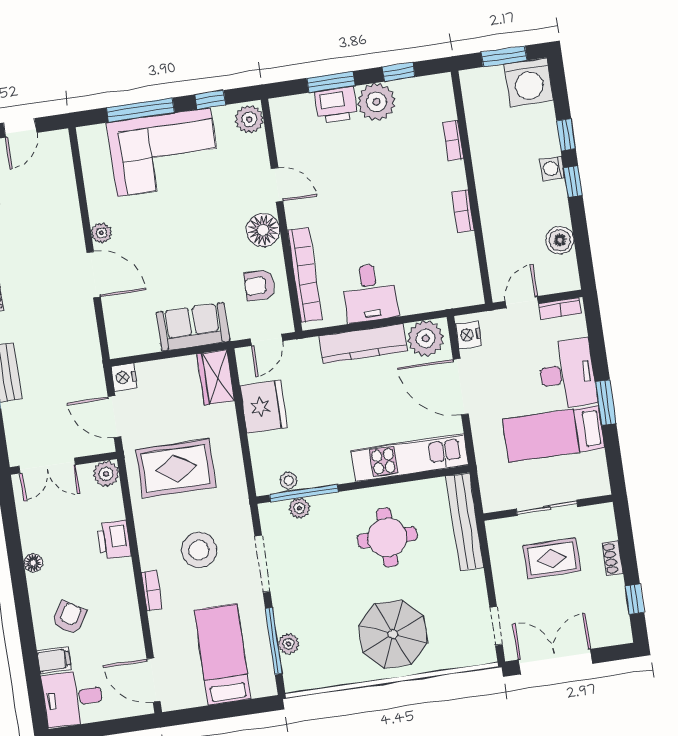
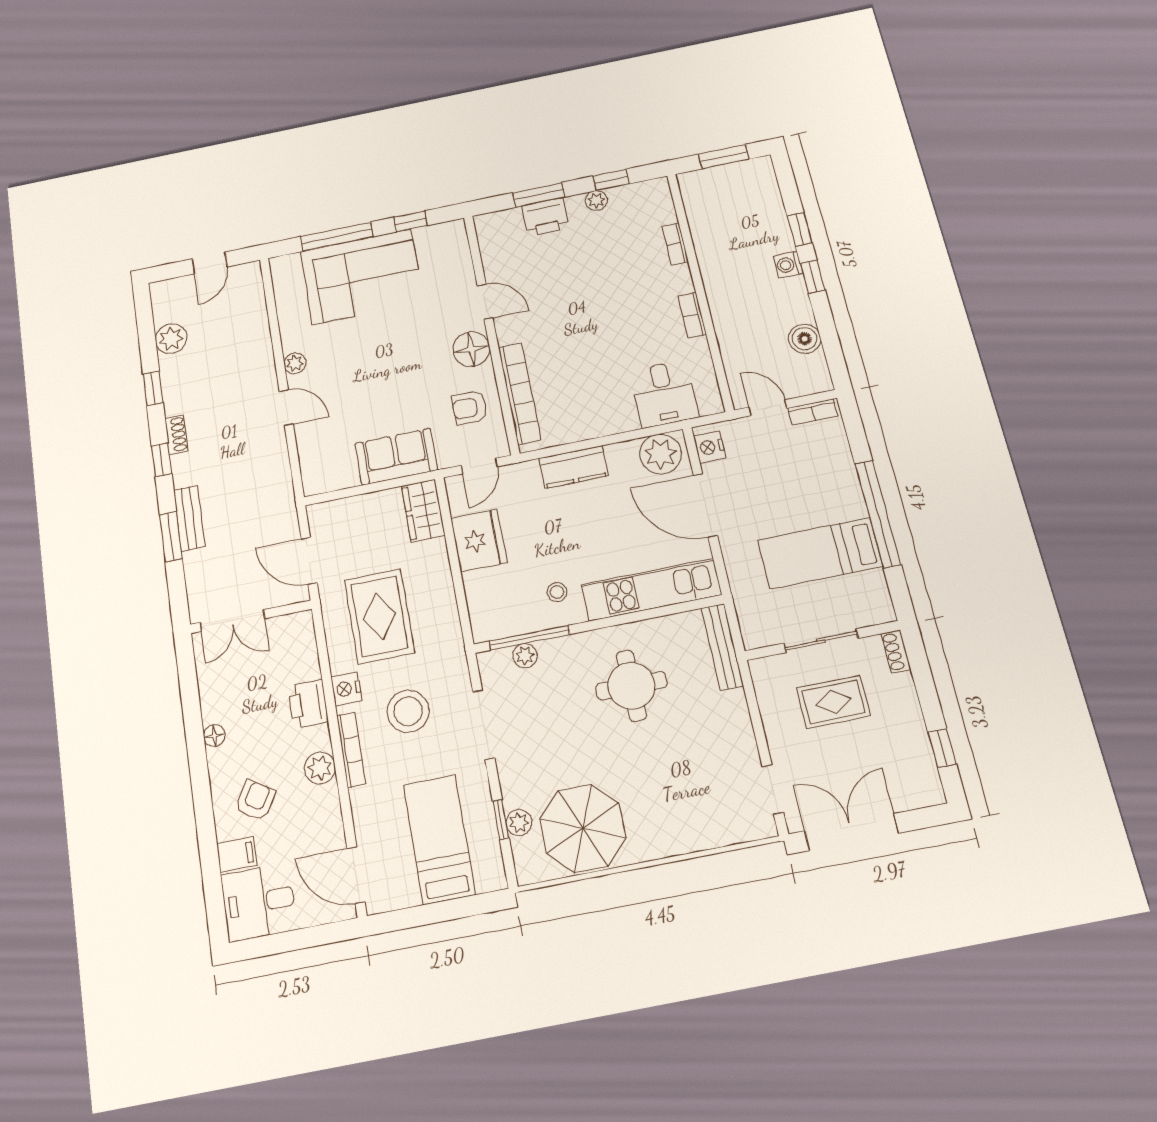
washing machine: (529, 82) -> (753, 180), removed
plant: (376, 102) -> (596, 201), width x0.53, depth x0.53
plant: (249, 119) -> (453, 238), removed
door: (94, 275) -> (286, 408), width x0.73
desk: (370, 293) -> (664, 394), moved
door: (522, 302) -> (768, 408), hinge flipped
kitchen counter: (363, 344) -> (574, 467), width x0.67
desk: (567, 374) -> (829, 484), removed
nightstand: (124, 377) -> (346, 689), moved
window: (606, 403) -> (878, 514), width x2.11
rug: (176, 468) -> (379, 616), turned 90
plant: (106, 474) -> (320, 768), moved
stool: (288, 480) -> (557, 592), moved
bench: (465, 522) -> (722, 647), width x0.73, depth x0.82
shoe rack: (613, 558) -> (896, 651), moved
bookcase: (152, 590) -> (351, 750), width x1.56
parasol: (393, 634) -> (583, 828), moved
window: (274, 641) -> (501, 820), width x0.46

